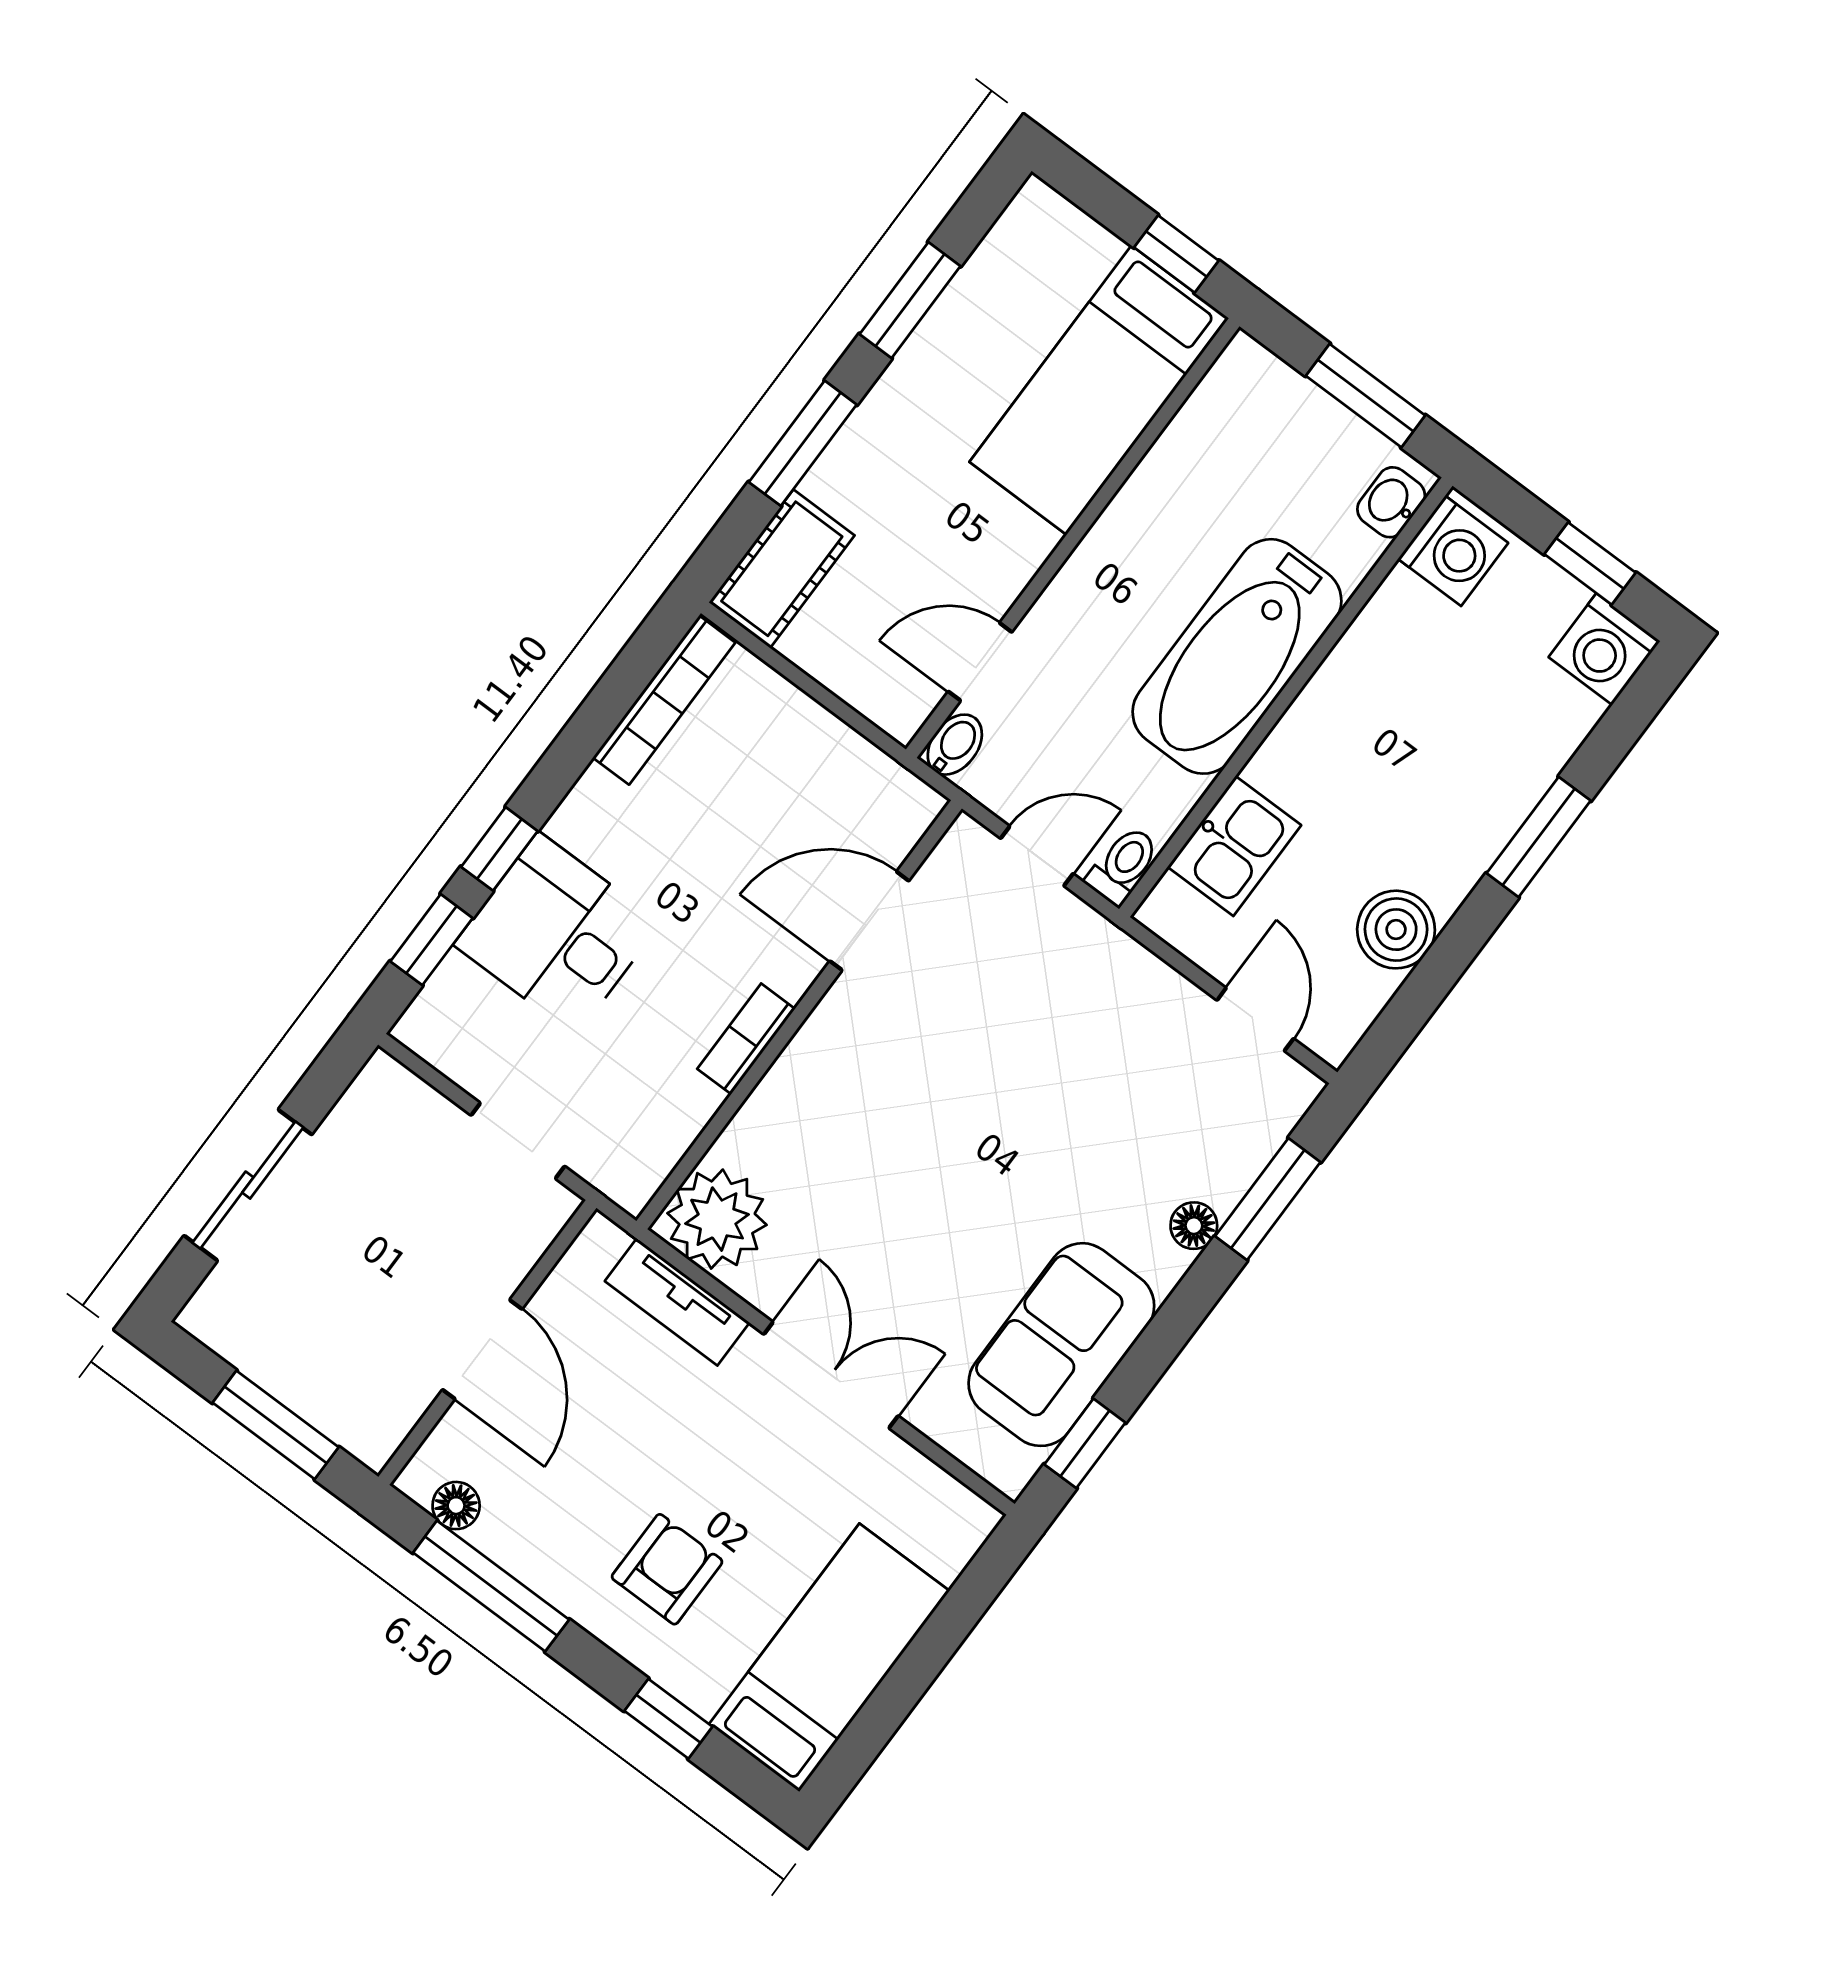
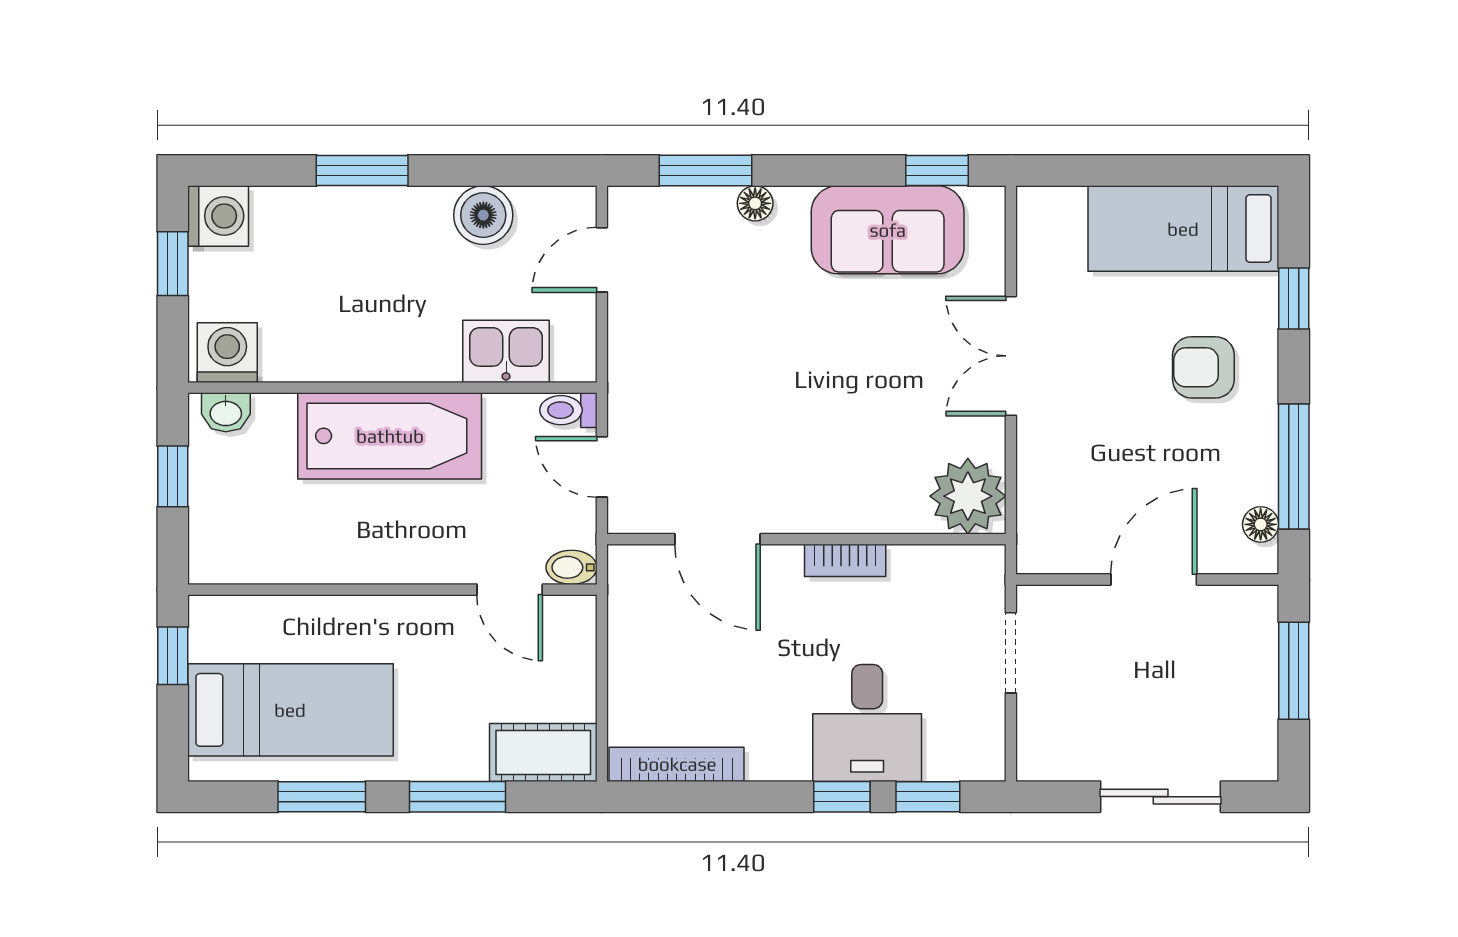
bed: (1099, 390) -> (290, 710), moved
window: (1366, 396) -> (173, 476), width x0.67
tv unit: (677, 1302) -> (1036, 483), removed

